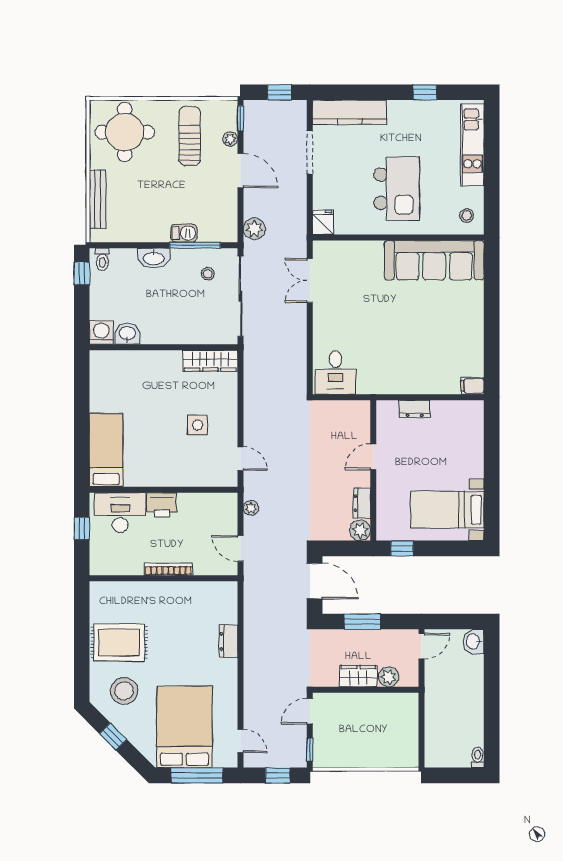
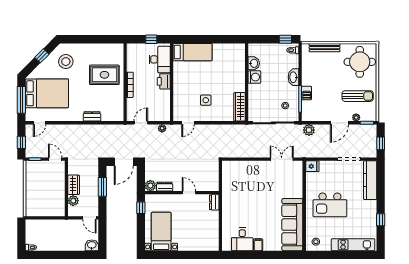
washing machine: (101, 332) -> (254, 77), moved
desk: (335, 373) -> (242, 239), moved, turned -90
filing cabinet: (472, 386) -> (258, 245), moved
dresser: (415, 409) -> (214, 202), moved
rug: (119, 643) -> (104, 75), moved, turned 90

